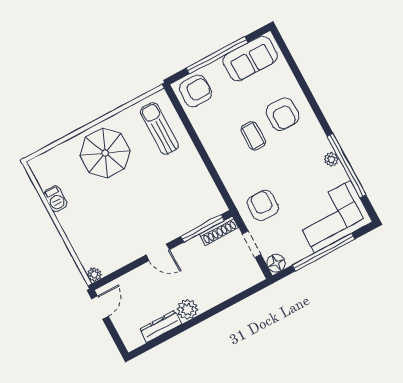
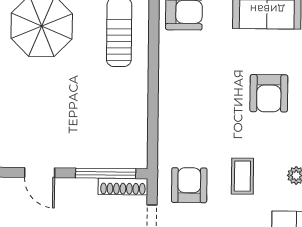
coffee table: (253, 136) -> (242, 176), moved

